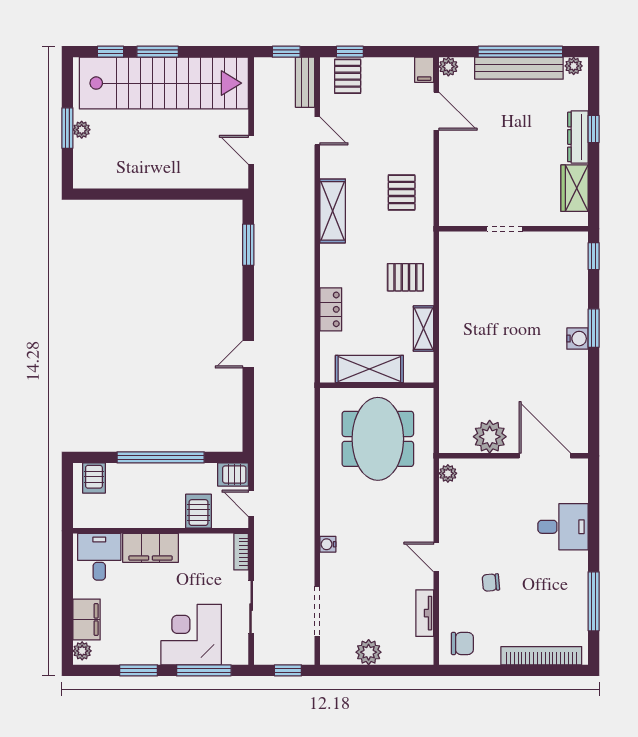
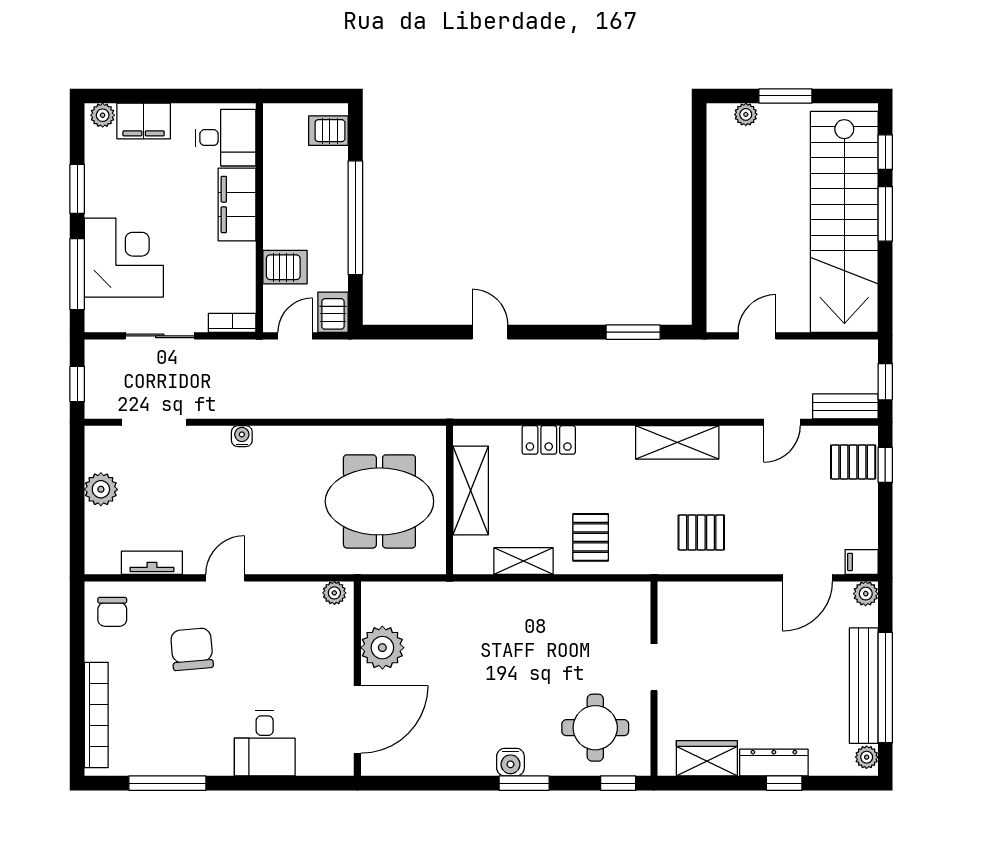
plant: (82, 130) -> (746, 114), moved
round table: (551, 274) -> (595, 728), added
chair: (491, 582) -> (192, 649), width x1.87, depth x1.87

